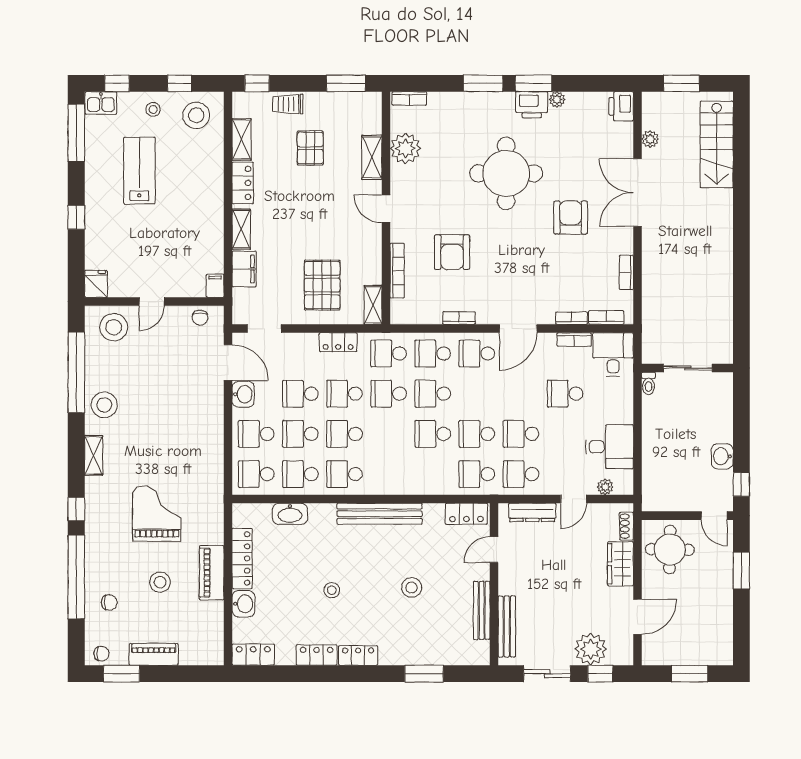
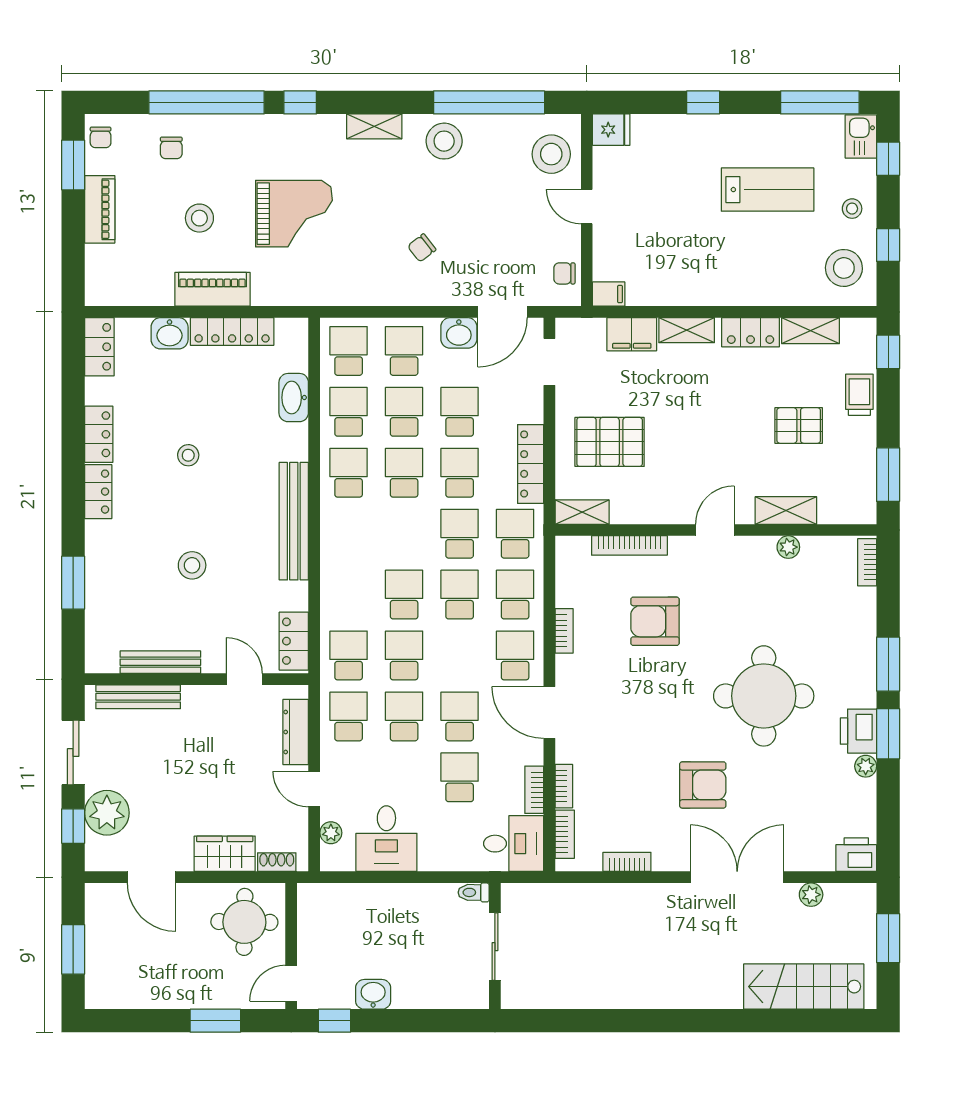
plant: (405, 148) -> (788, 547), width x0.53, depth x0.53
locker: (338, 342) -> (531, 464), width x1.53
school desk: (521, 394) -> (460, 716), added
chair: (182, 421) -> (422, 248), added

